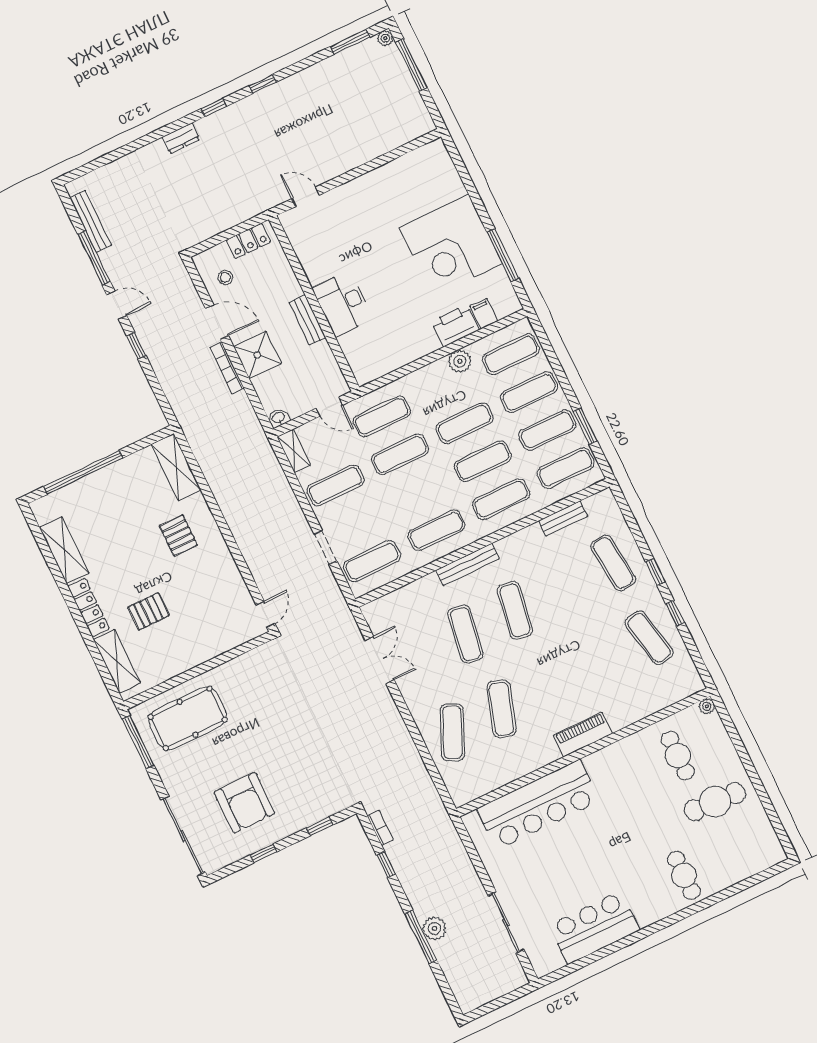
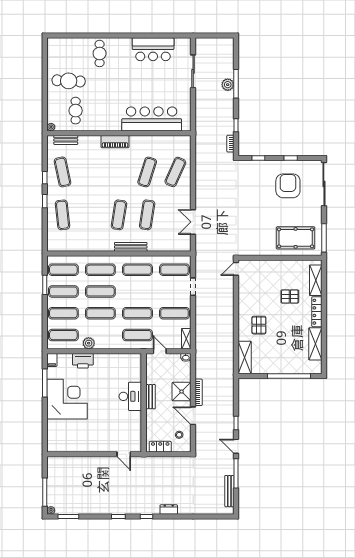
filing cabinet: (484, 314) -> (52, 360), moved
bench: (563, 519) -> (66, 140), moved

